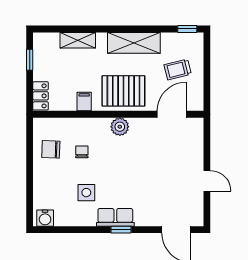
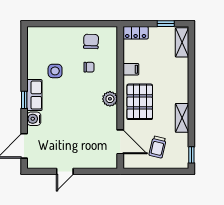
shelving: (78, 40) -> (182, 42), moved
shelving: (134, 43) -> (182, 118), width x0.67, depth x0.75
trolley: (178, 69) -> (158, 147), turned -153
water cooler: (45, 218) -> (34, 119), moved

